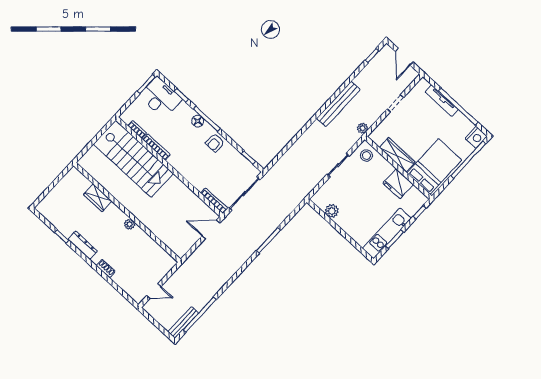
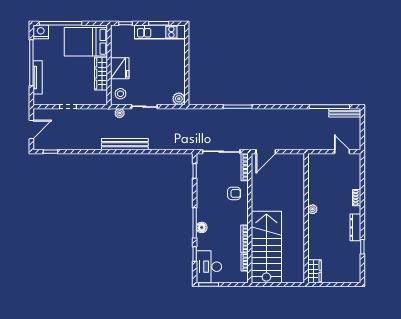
bench: (338, 104) -> (125, 144), moved
plant: (363, 128) -> (120, 113), moved
armchair: (215, 143) -> (234, 193), moved
fridge: (398, 184) -> (120, 68), moved
wardrobe: (98, 198) -> (314, 271), moved
plant: (332, 211) -> (179, 99), moved
door: (211, 229) -> (266, 152), hinge flipped

